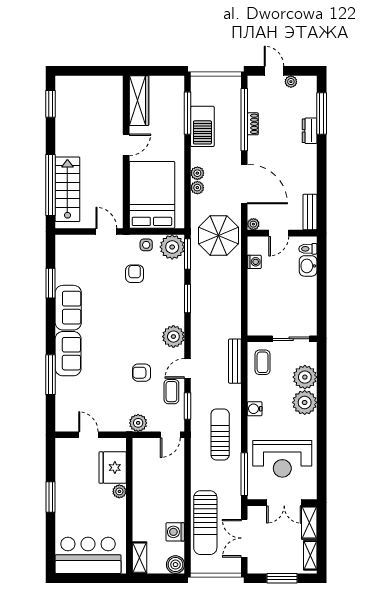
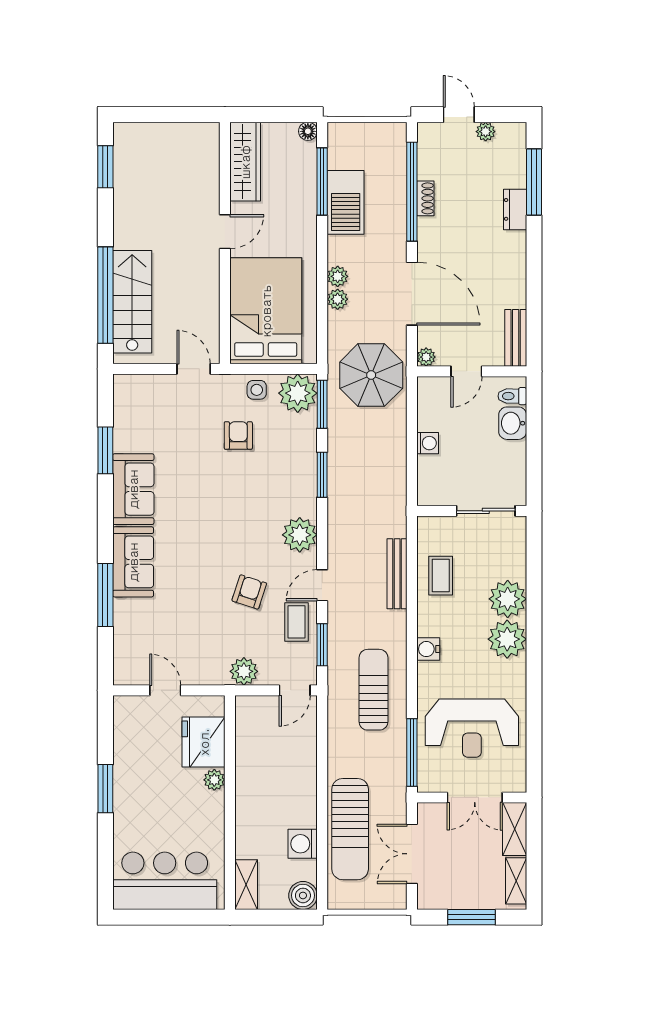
floor lamp: (179, 81) -> (308, 131), added
washing machine: (254, 262) -> (428, 443), moved
wall: (282, 339) -> (472, 511), moved
sliding door: (291, 339) -> (486, 511), moved
armchair: (142, 373) -> (249, 592), turned 108

